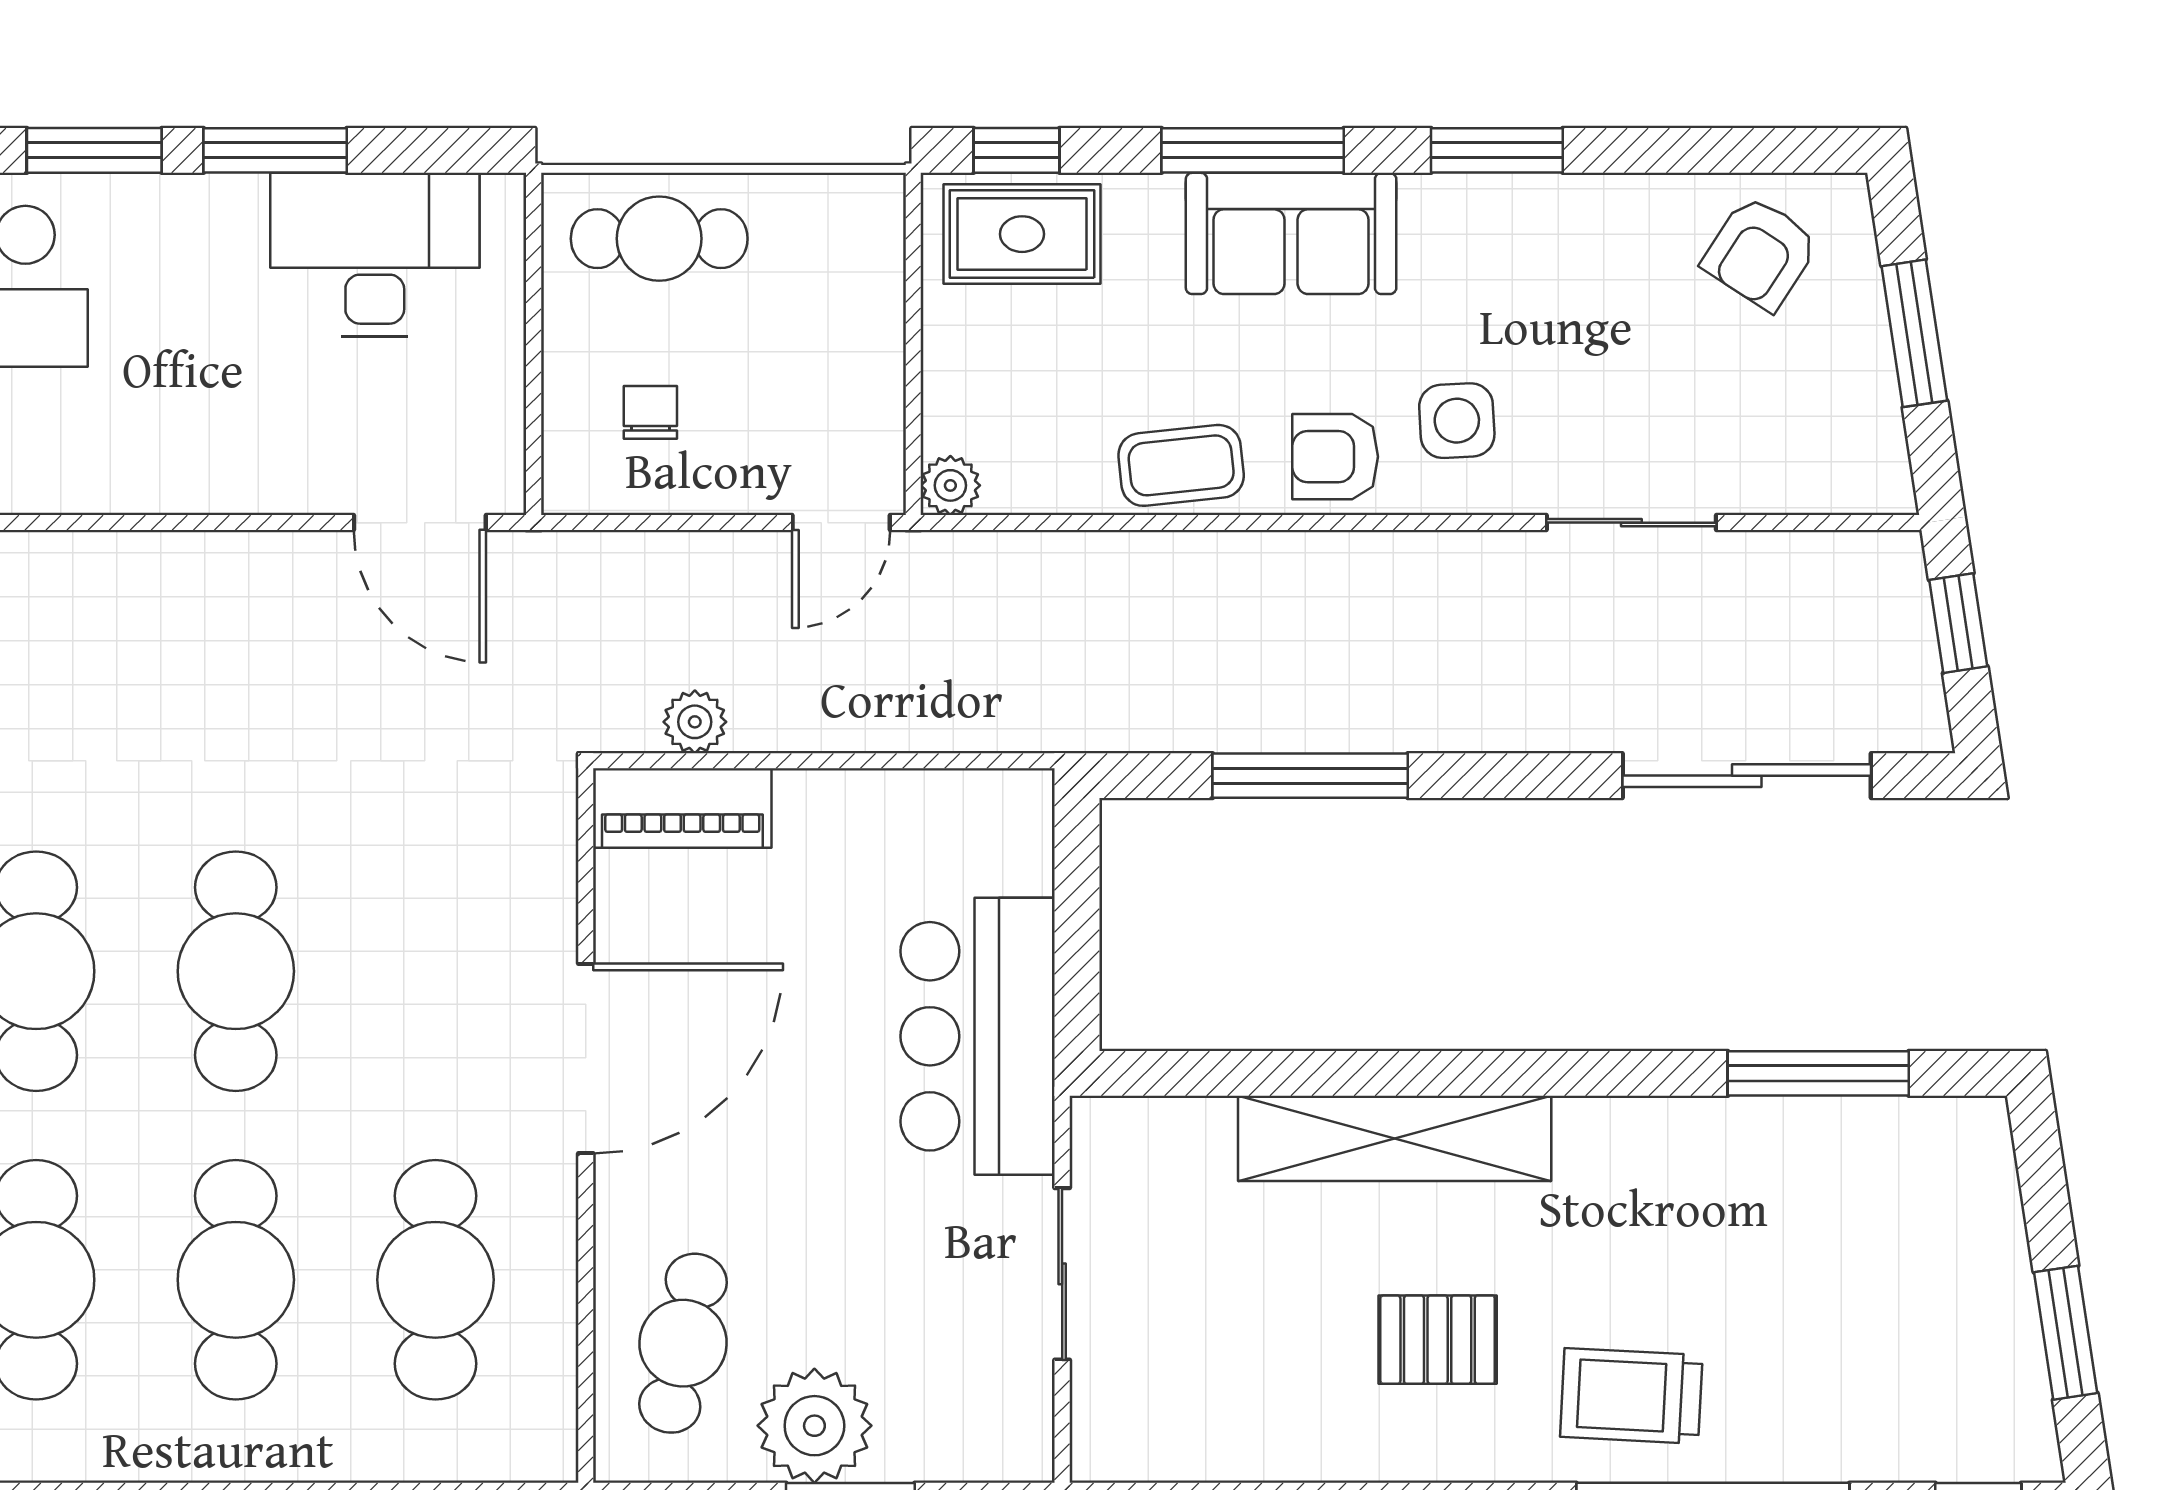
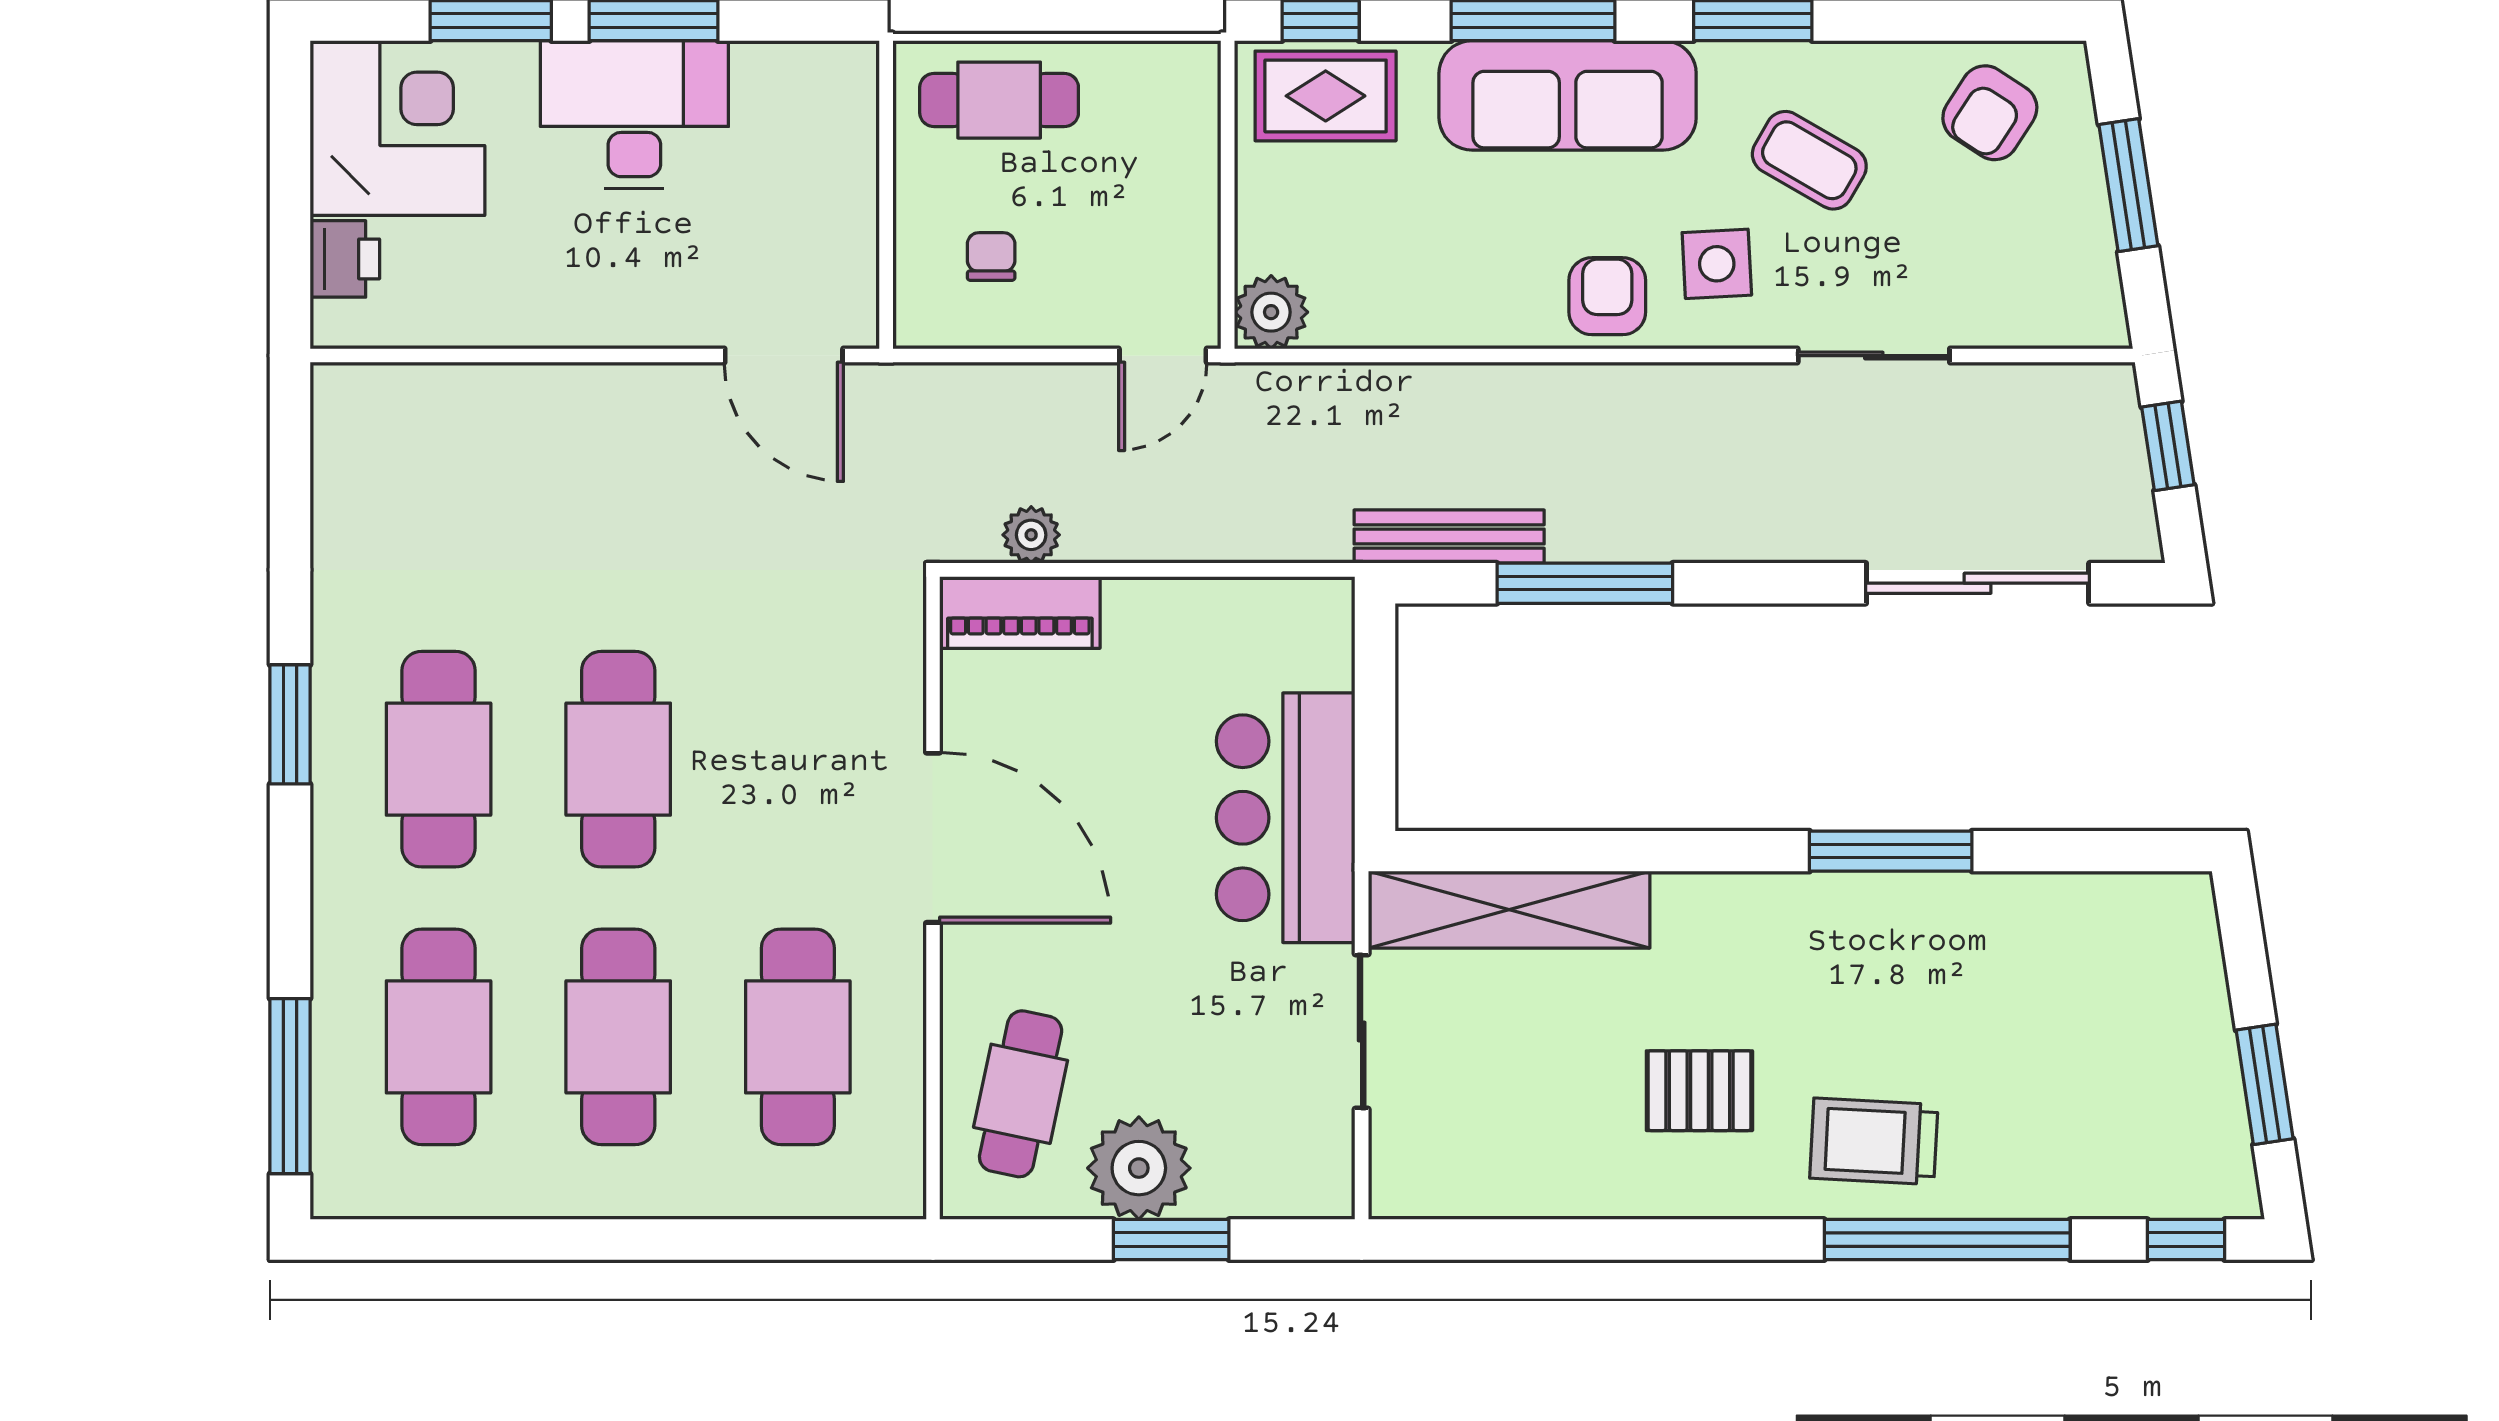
sofa: (1291, 233) -> (1568, 95), width x1.36
desk: (375, 255) -> (634, 115), moved
armchair: (1335, 457) -> (1607, 296), turned 90
coffee table: (1181, 465) -> (1809, 160), moved, turned 36
plant: (950, 485) -> (1271, 312), width x1.38, depth x1.38
bench: (1159, 724) -> (1449, 537), added
door: (586, 1058) -> (933, 838), hinge flipped
window: (1818, 1073) -> (1891, 851), moved
shelving: (1395, 1138) -> (1509, 910), moved

